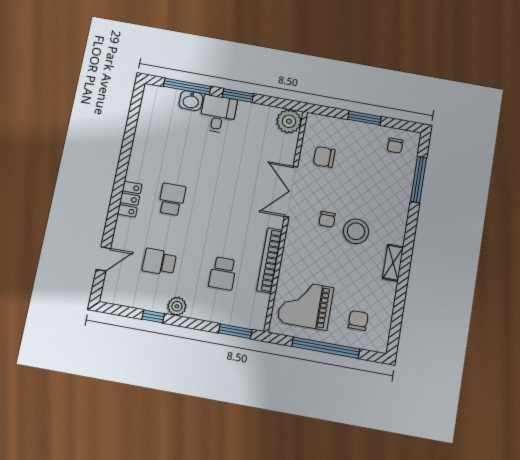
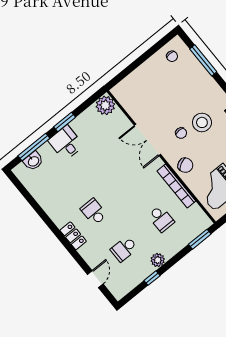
washbasin: (191, 101) -> (33, 161), moved
window: (365, 118) -> (141, 60), removed
chair: (324, 157) -> (185, 165), moved, turned -117

